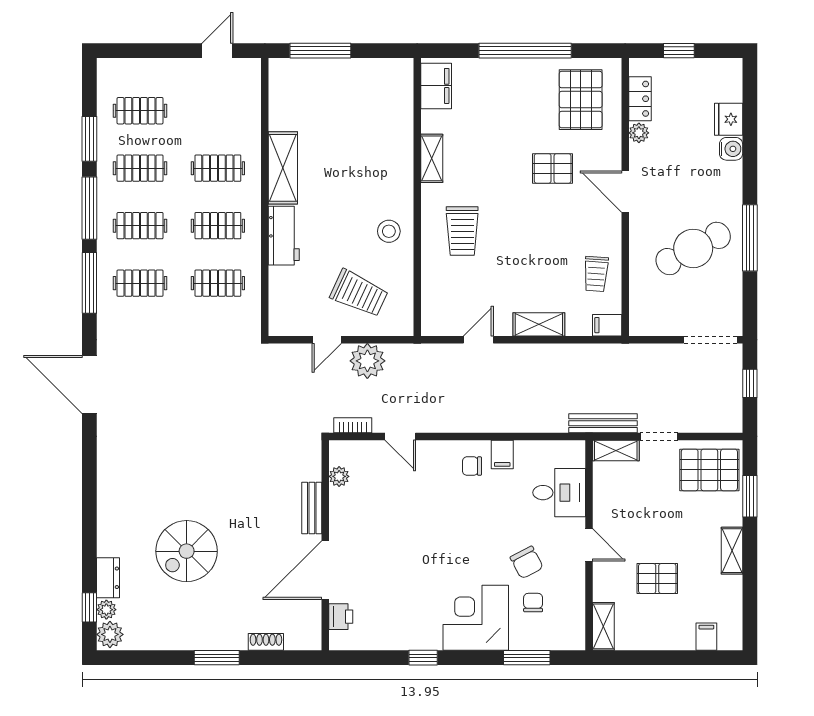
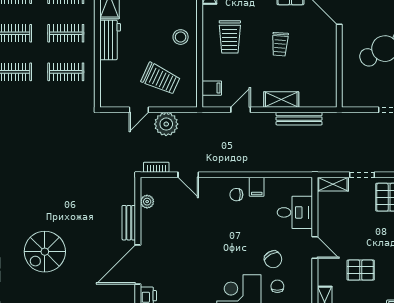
trolley: (596, 274) -> (280, 44), moved
filing cabinet: (607, 325) -> (212, 88), moved, turned 180
bench: (603, 423) -> (299, 119), moved

